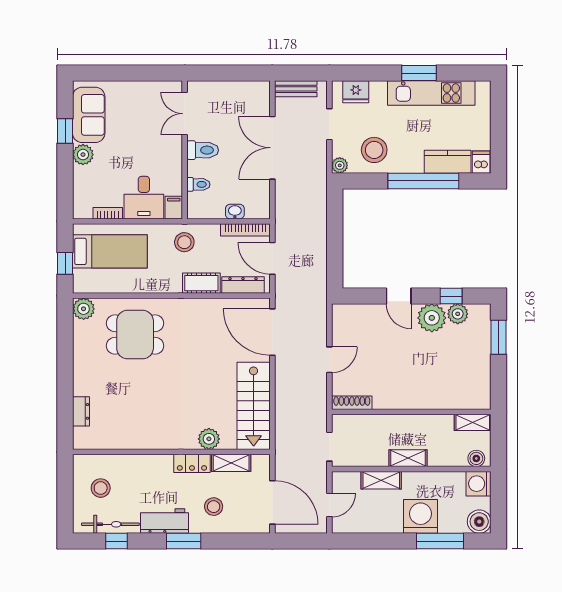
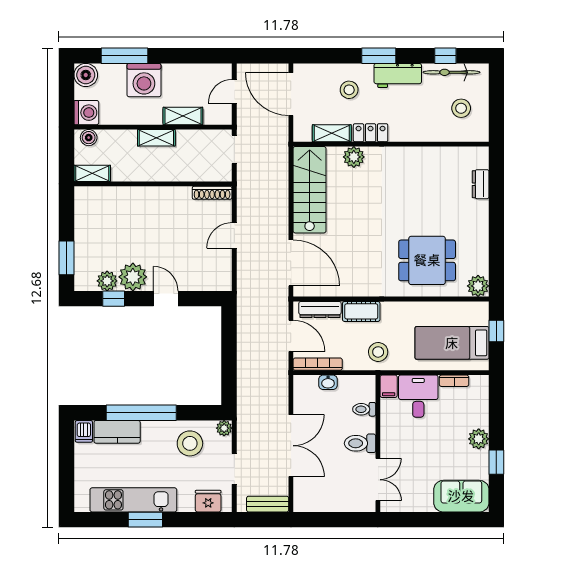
sofa: (89, 115) -> (461, 496), moved, turned 90

